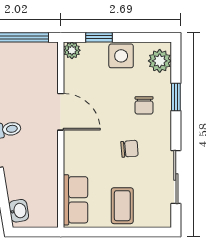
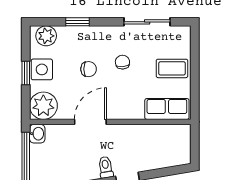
window: (99, 37) -> (26, 73), moved
plant: (72, 50) -> (43, 106), width x1.87, depth x1.87
chair: (144, 105) -> (89, 69), moved
washbasin: (19, 211) -> (37, 134), moved, turned 99

